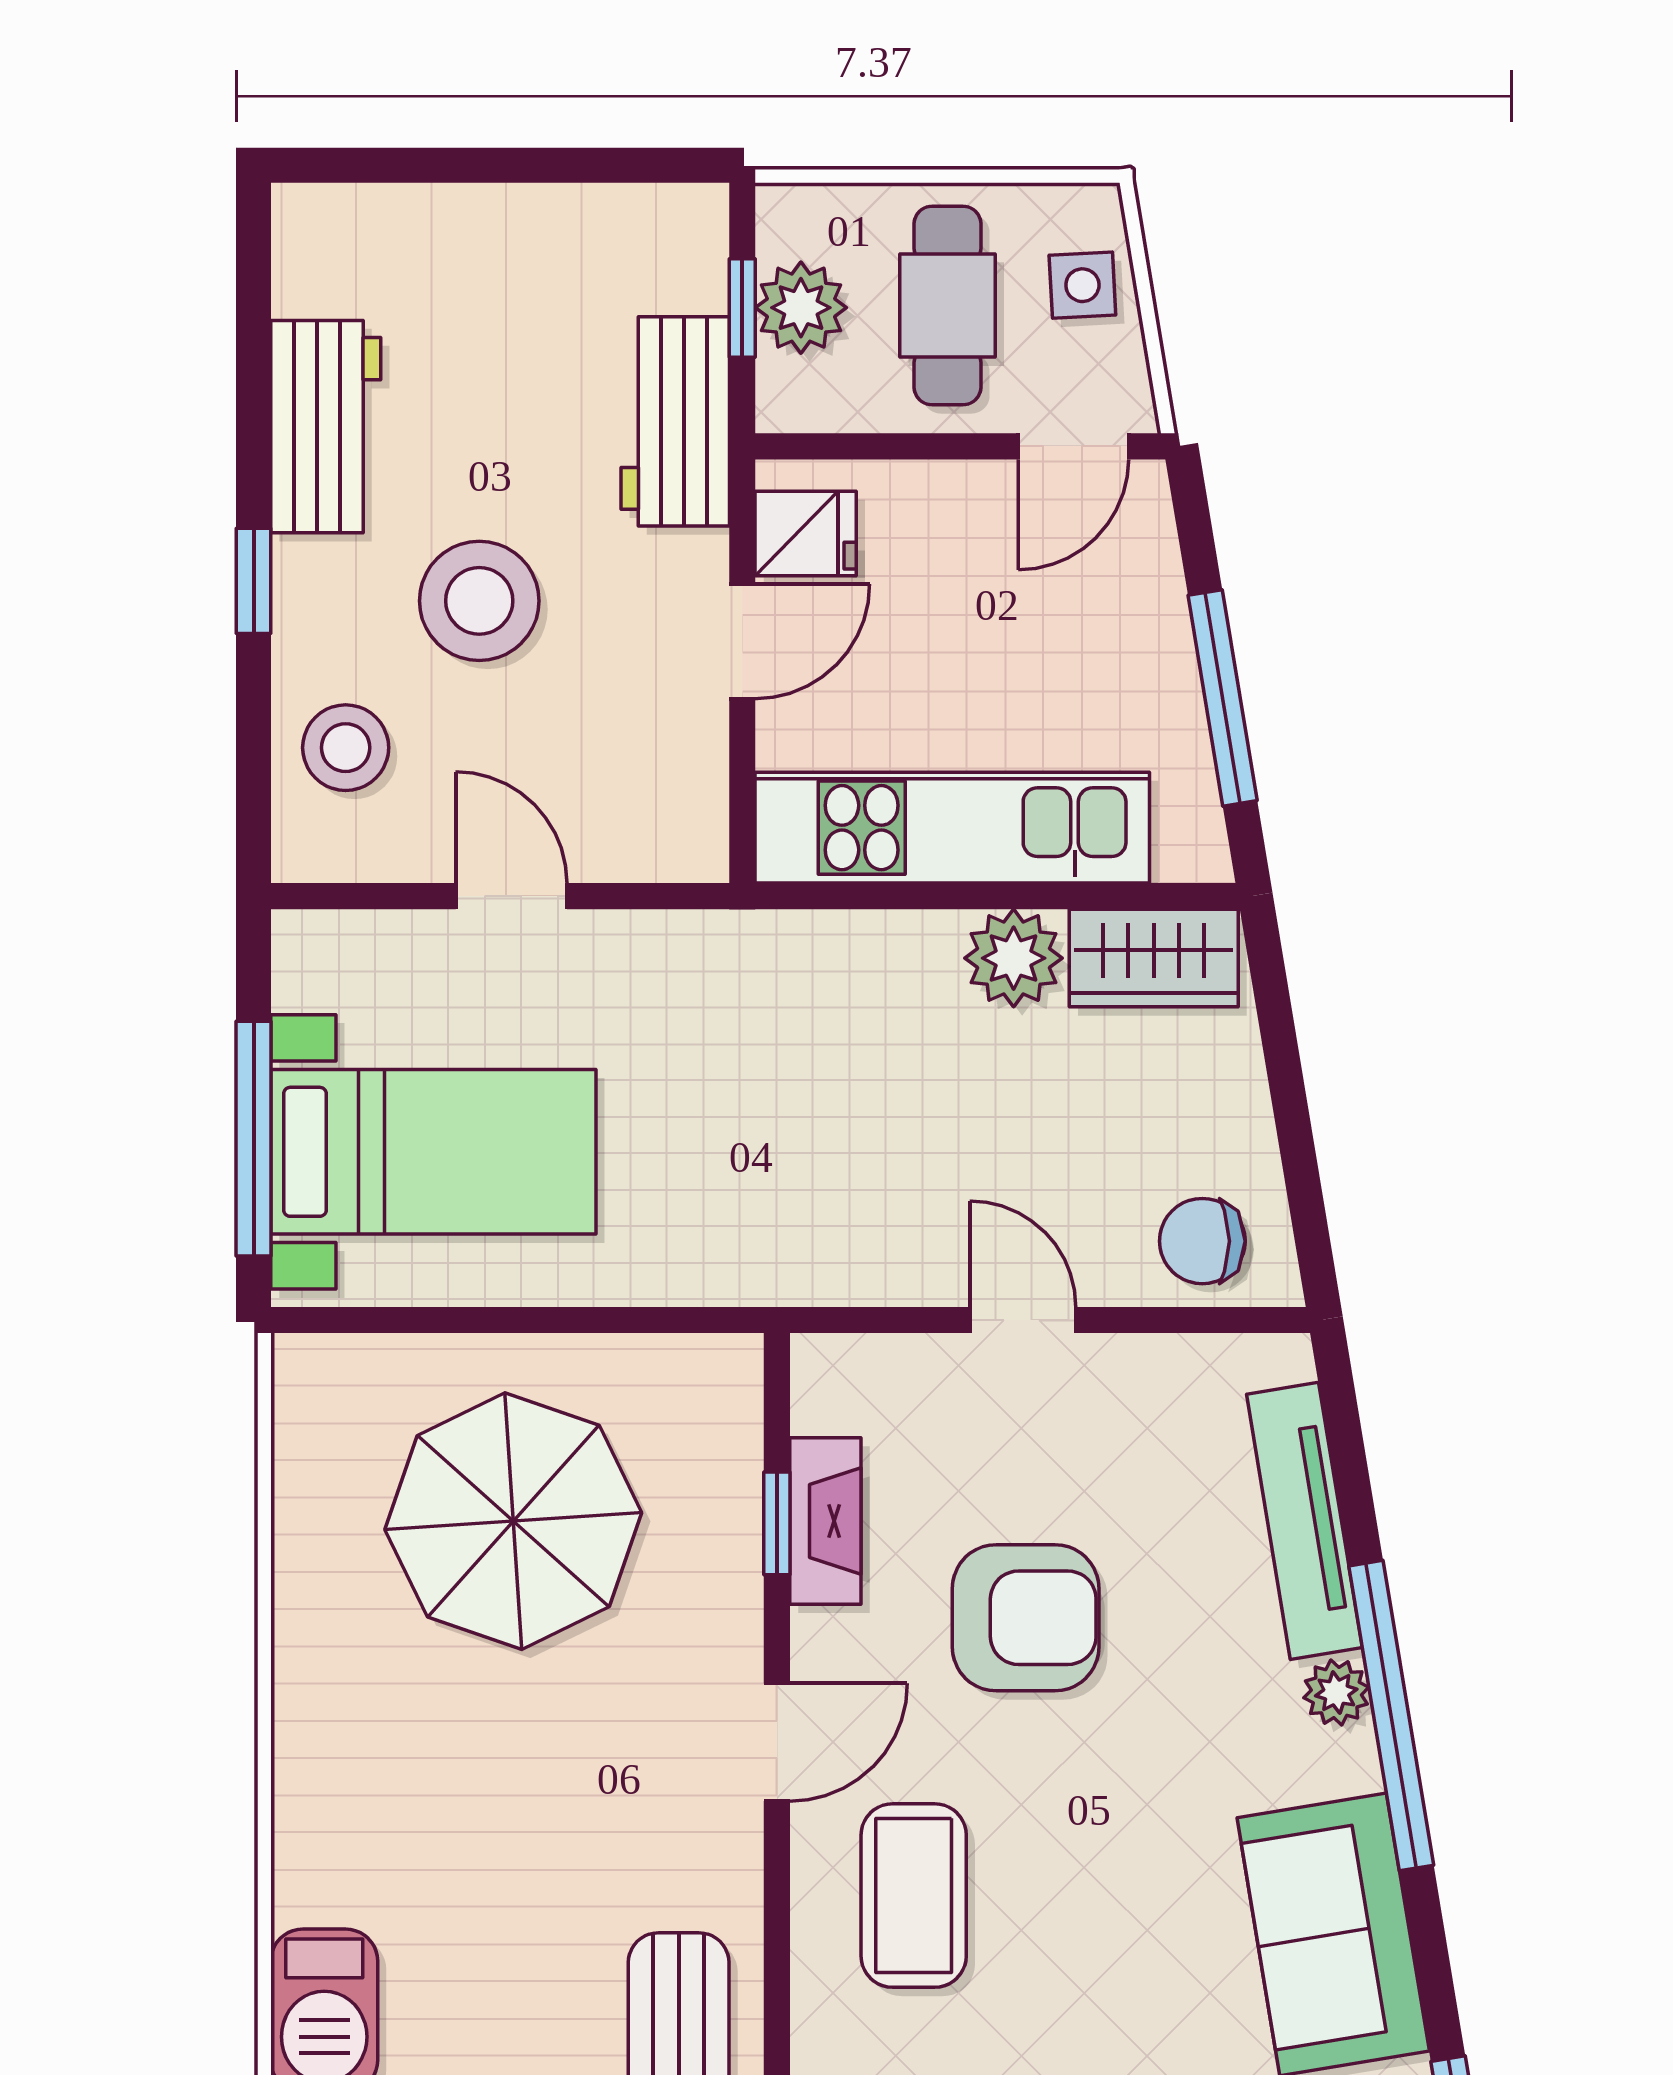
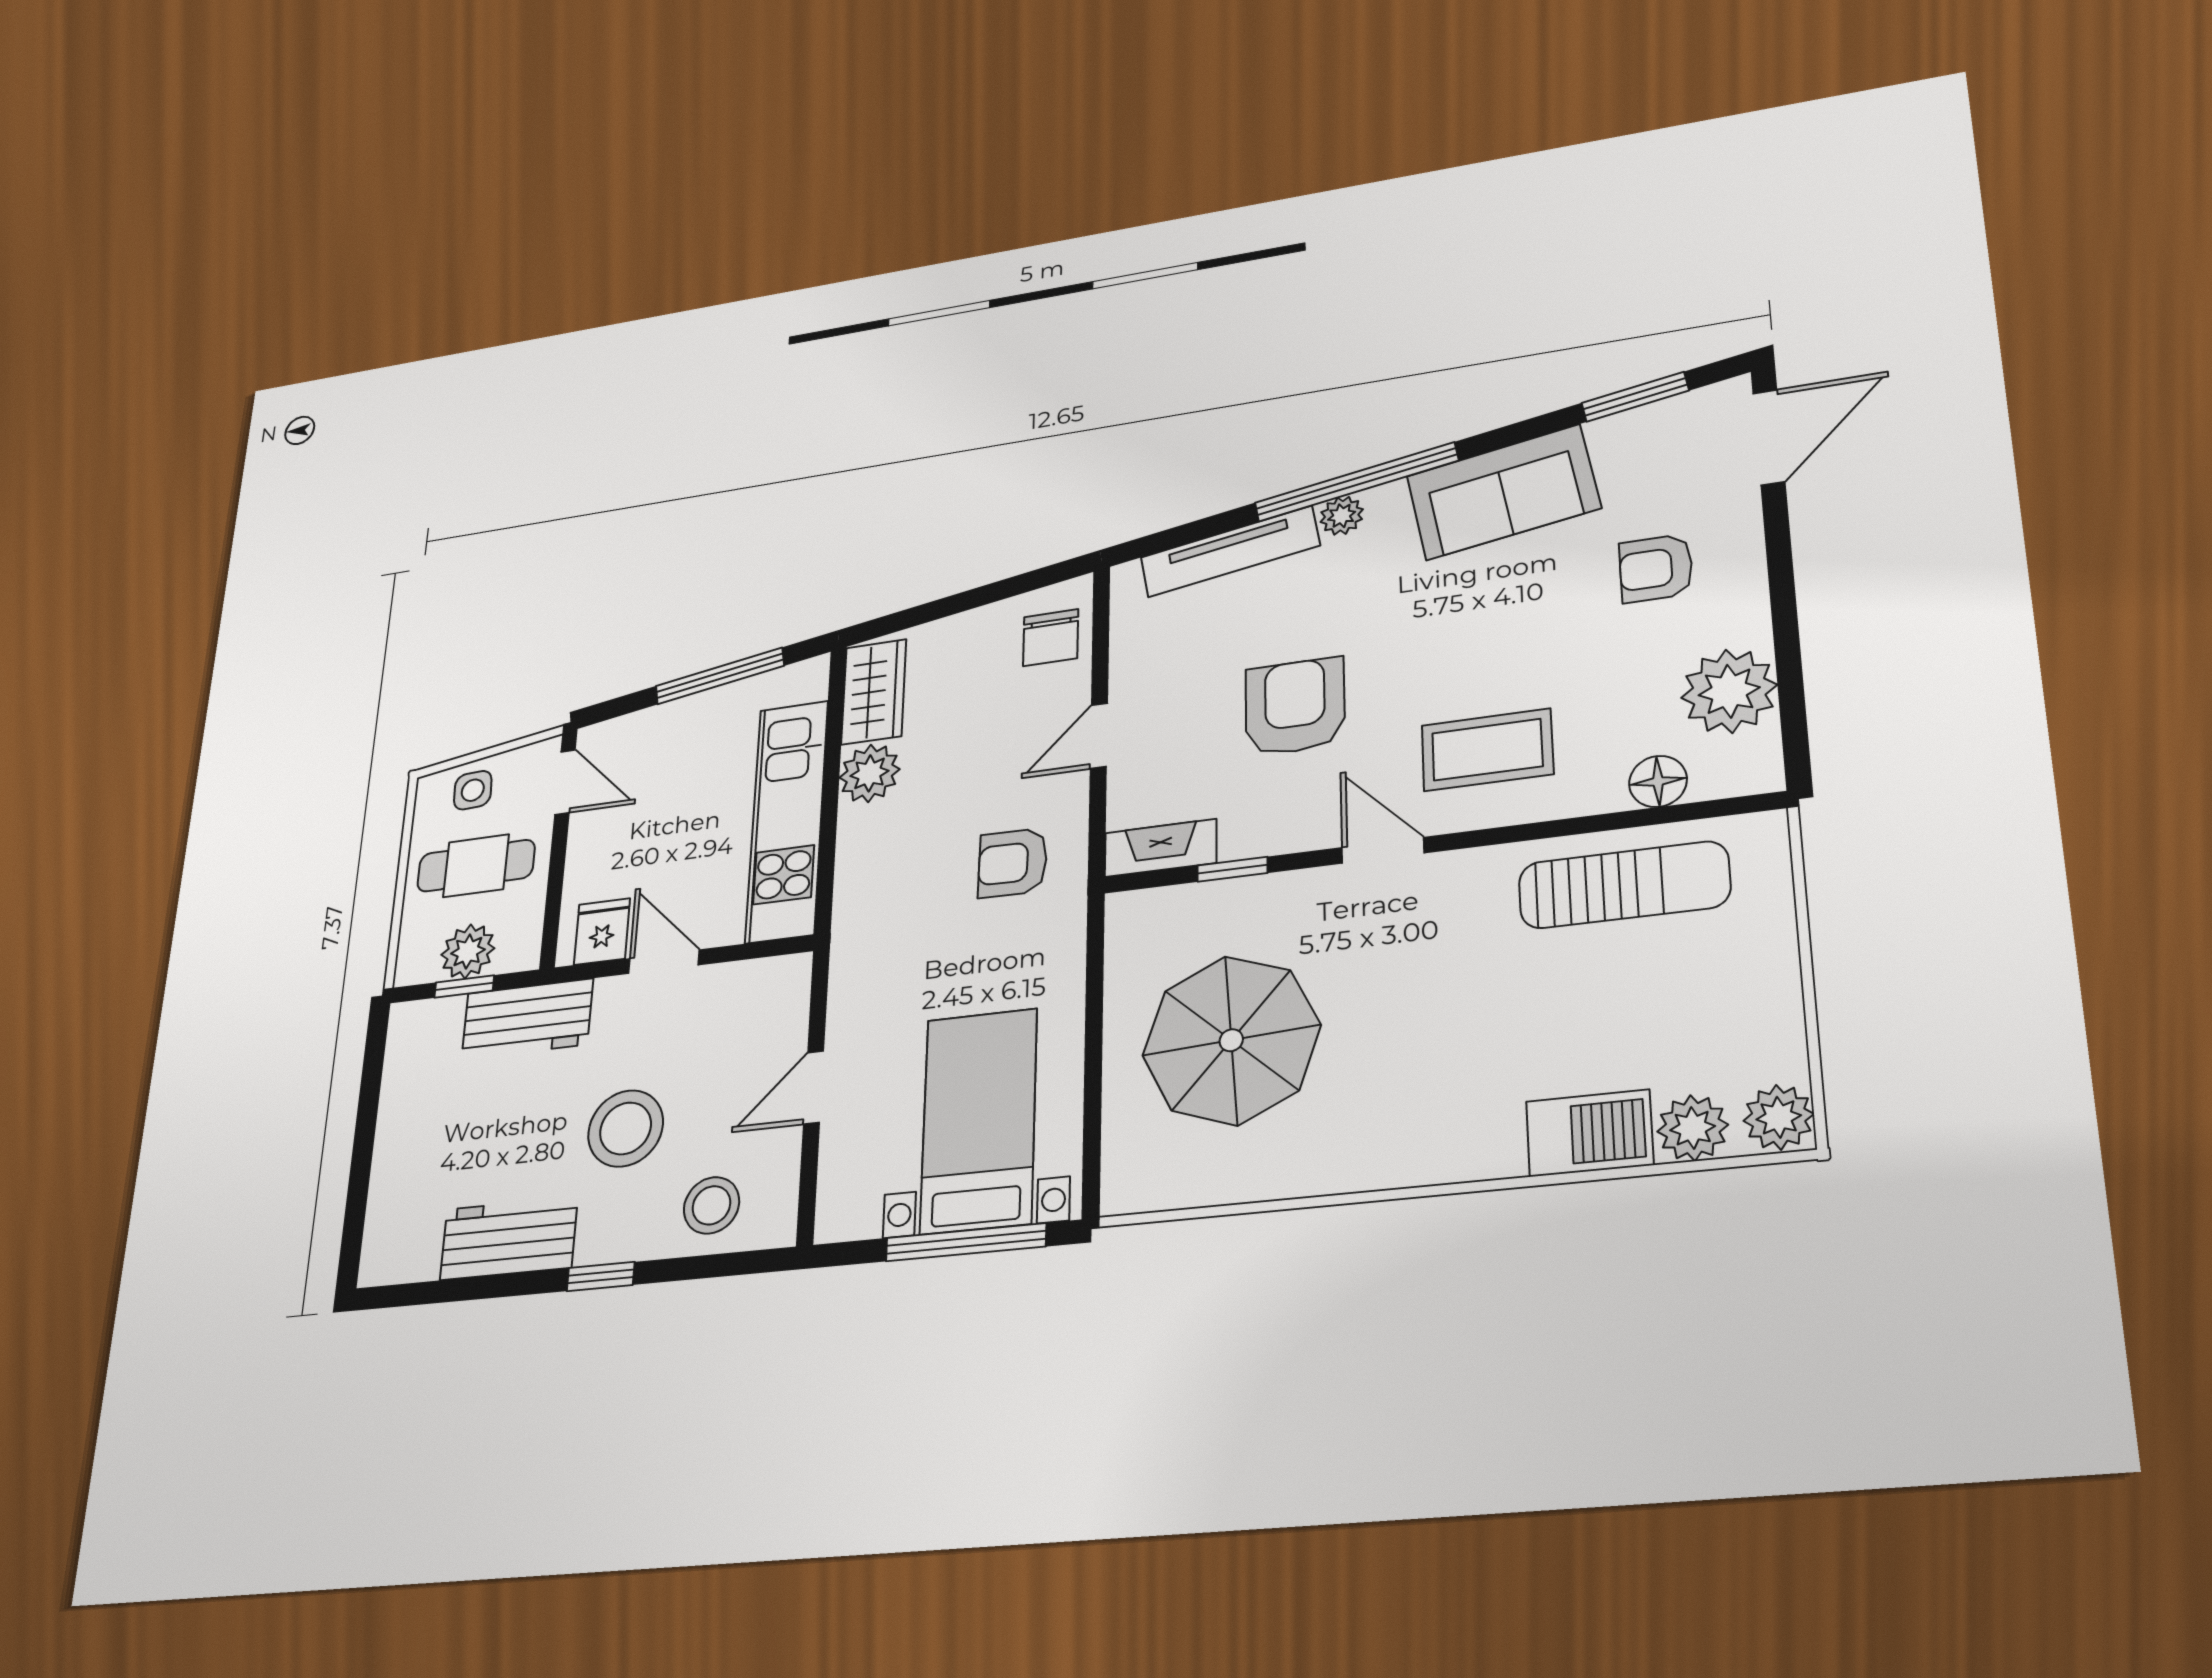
armchair: (832, 1191) -> (1013, 863), added
fireplace: (825, 1521) -> (1161, 848), moved

